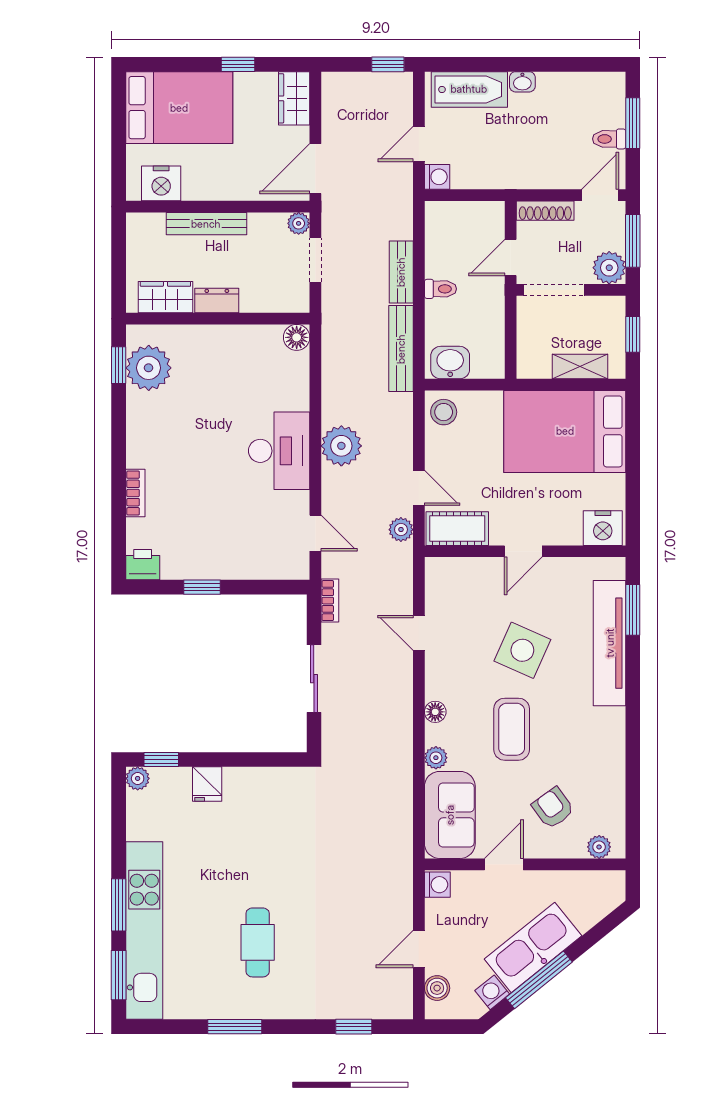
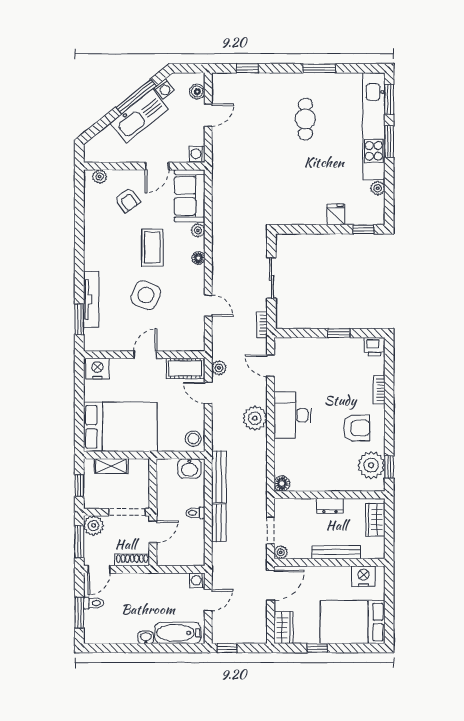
wardrobe: (165, 297) -> (375, 520), moved, turned 90
armchair: (172, 430) -> (357, 428), added
tv unit: (610, 643) -> (91, 299), width x0.73, depth x0.78
plant: (138, 778) -> (378, 188), moved

